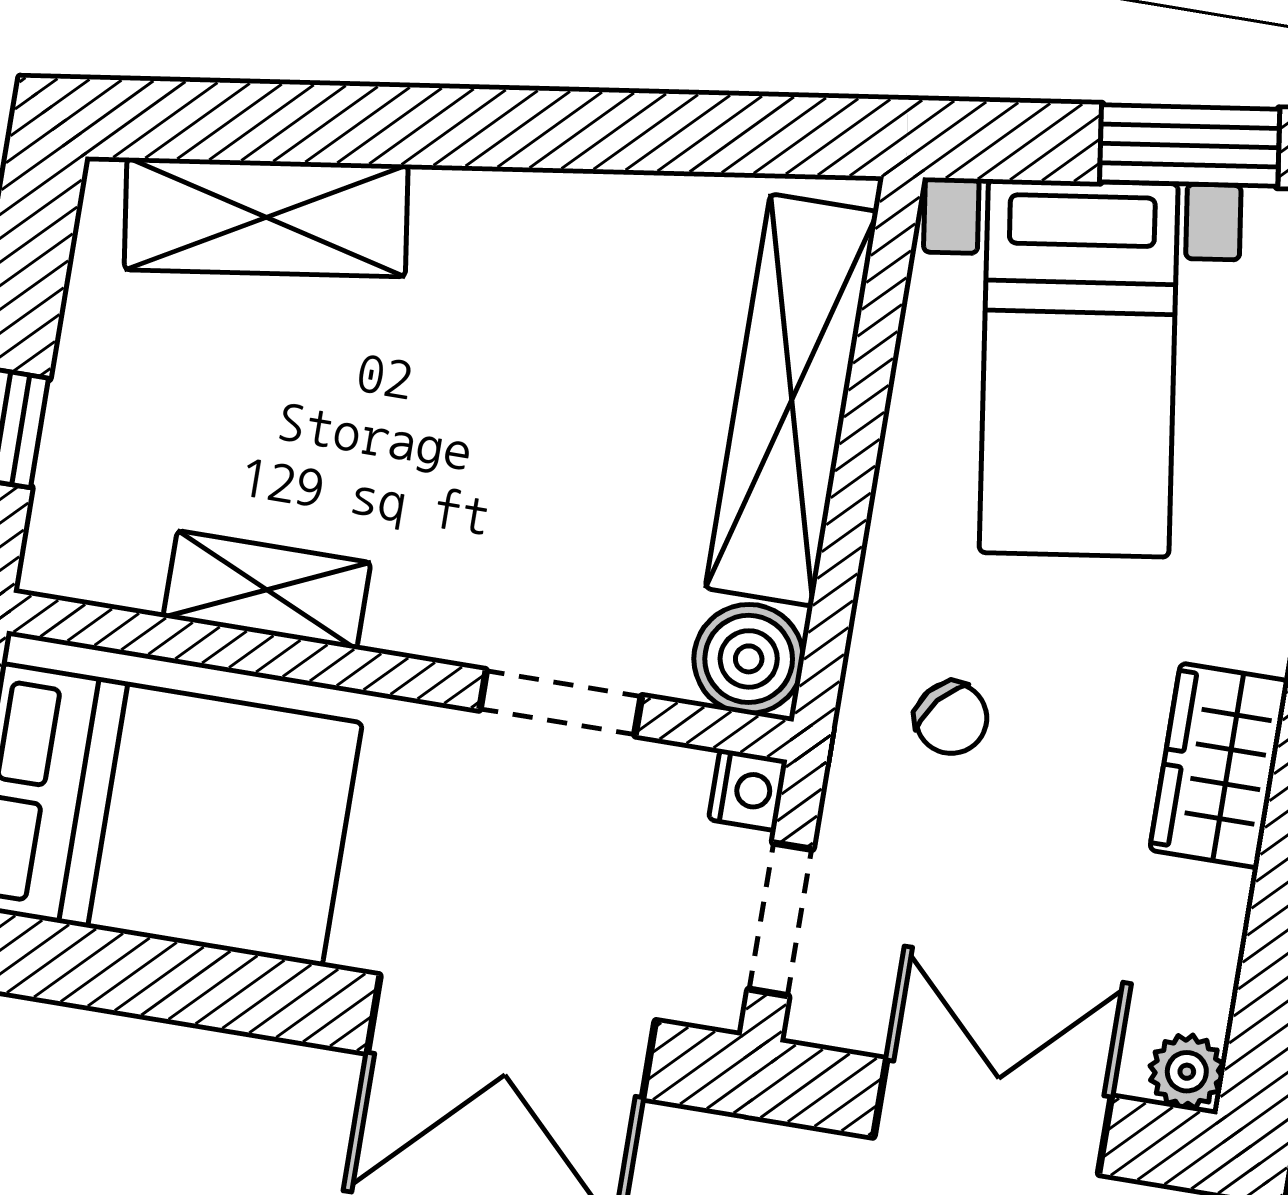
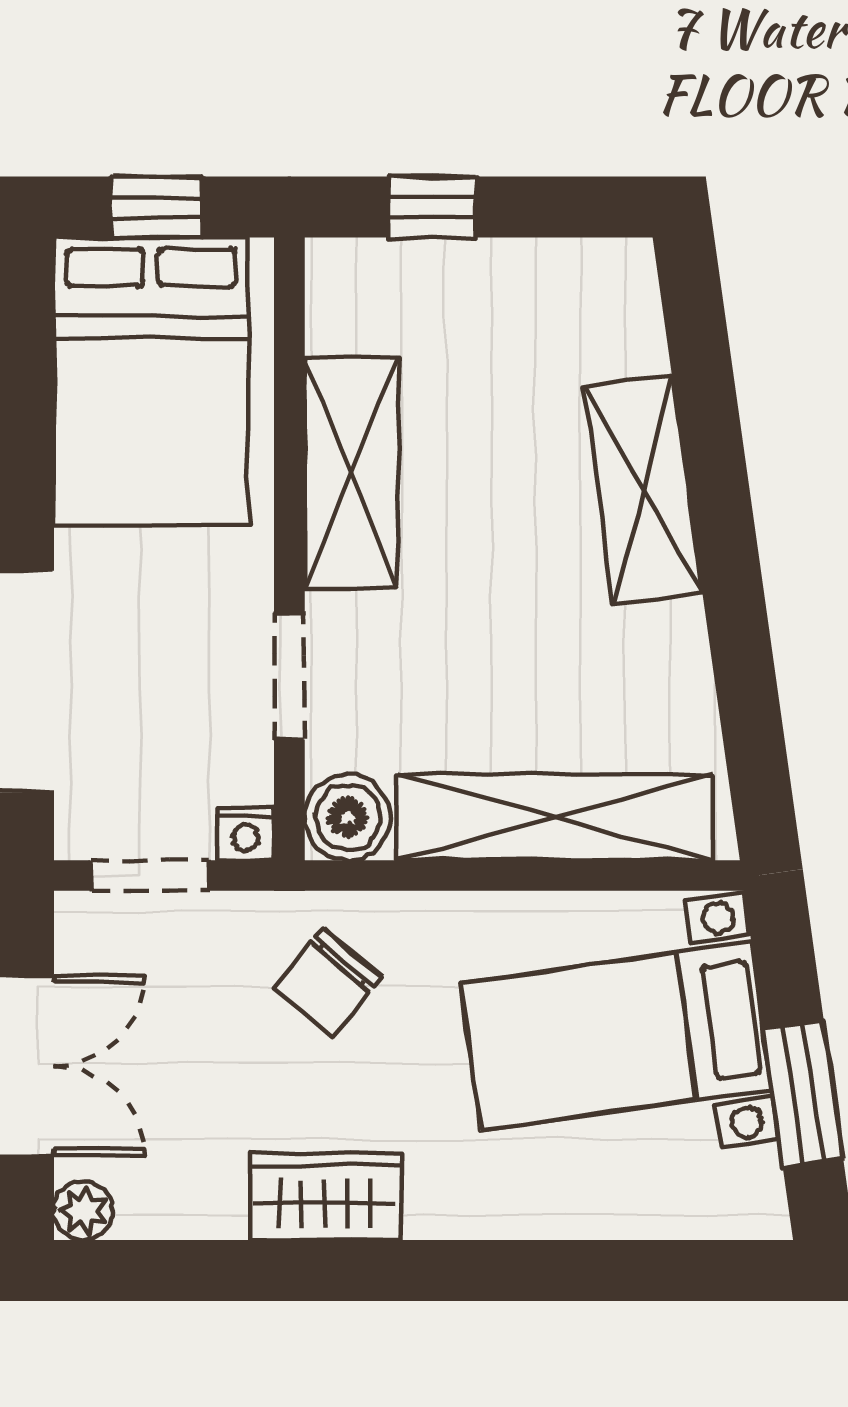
shelving: (266, 217) -> (643, 490), moved
shelving: (267, 590) -> (351, 473), width x1.50, depth x1.33
chair: (951, 718) -> (328, 982), width x1.37, depth x1.37

